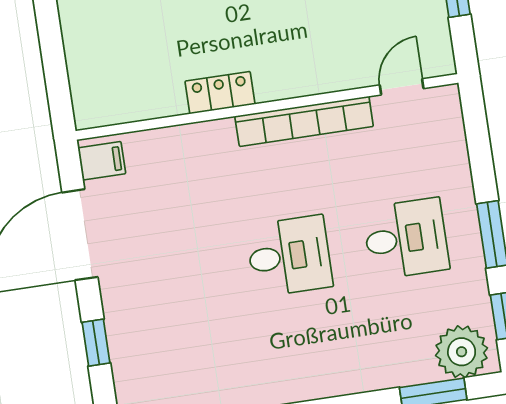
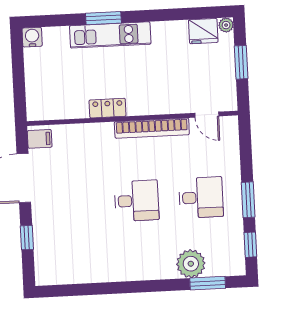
door: (402, 87) -> (207, 115), swing flipped
plant: (462, 352) -> (191, 264), moved

